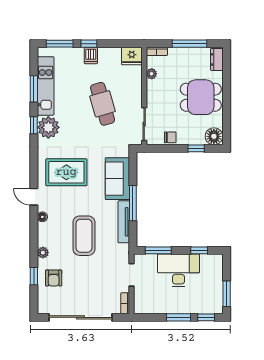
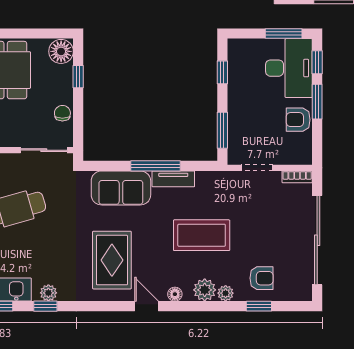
plant: (48, 127) -> (48, 293), width x0.53, depth x0.53
door: (34, 197) -> (146, 306), swing flipped
tv unit: (124, 222) -> (173, 179), width x0.71
plant: (45, 238) -> (205, 290), added
desk: (178, 270) -> (289, 68), moved, turned 180
armchair: (166, 304) -> (298, 120), added

